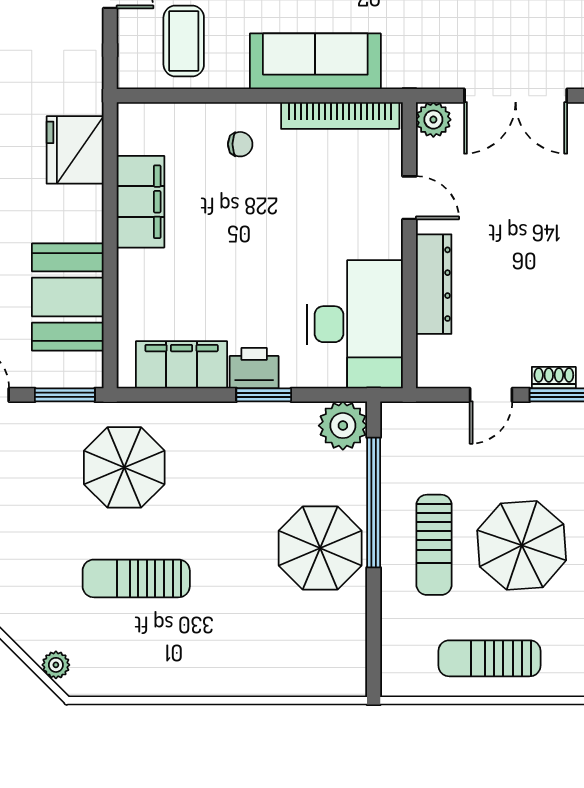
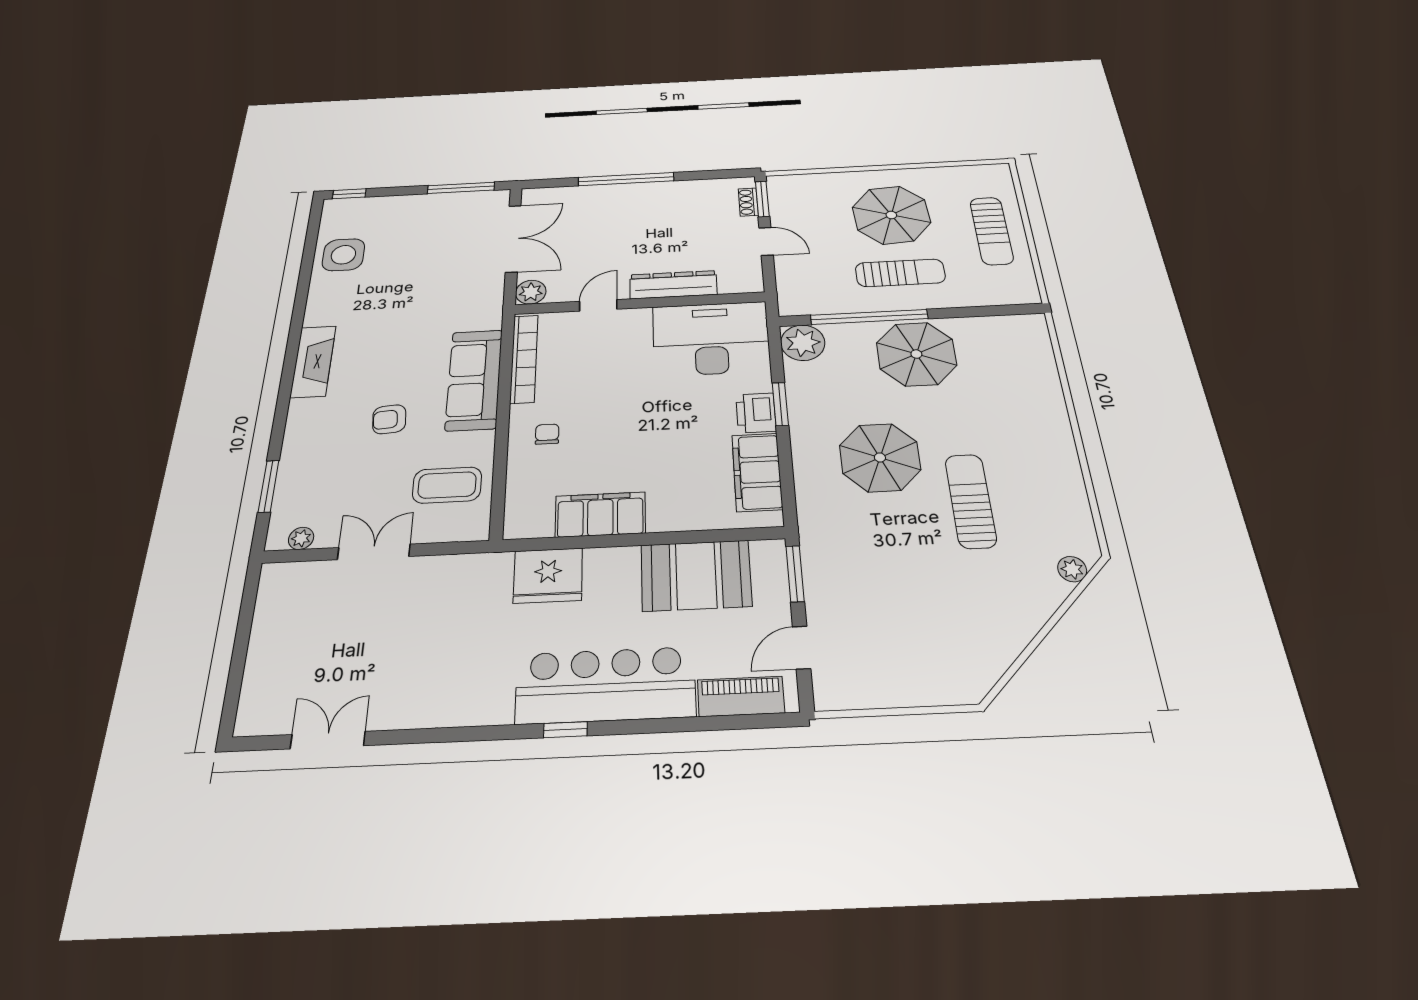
parasol: (124, 467) -> (880, 457), moved
sun lounger: (136, 578) -> (971, 501), turned 180

